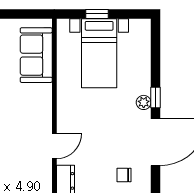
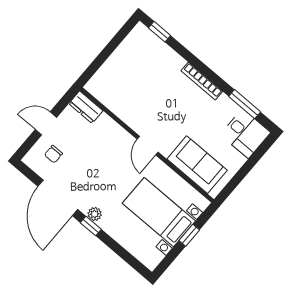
door: (54, 146) -> (148, 146), moved
chair: (124, 175) -> (53, 154), turned 180

